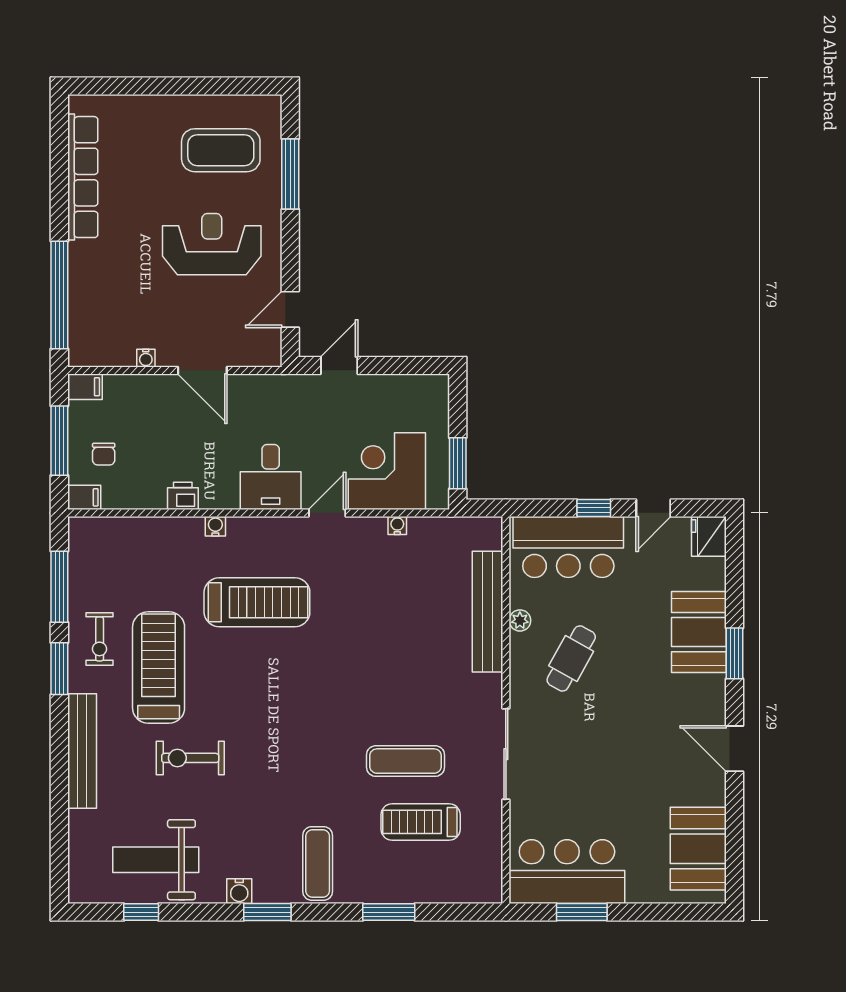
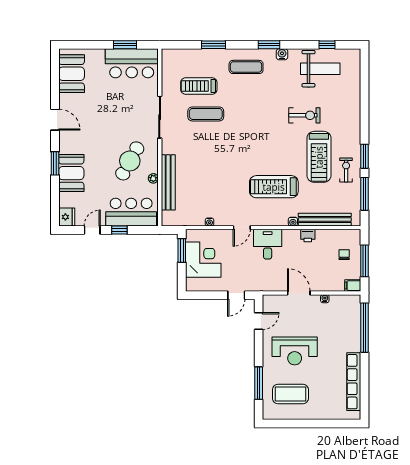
corner desk: (387, 471) -> (203, 260), moved, turned -90
filing cabinet: (84, 497) -> (353, 235), removed
cafe table: (571, 658) -> (130, 161), width x1.37, depth x1.35
bench: (82, 751) -> (325, 220), moved, turned 90
treadmill: (421, 822) -> (199, 86), turned 180
exercise mat: (318, 863) -> (246, 67), turned 90

